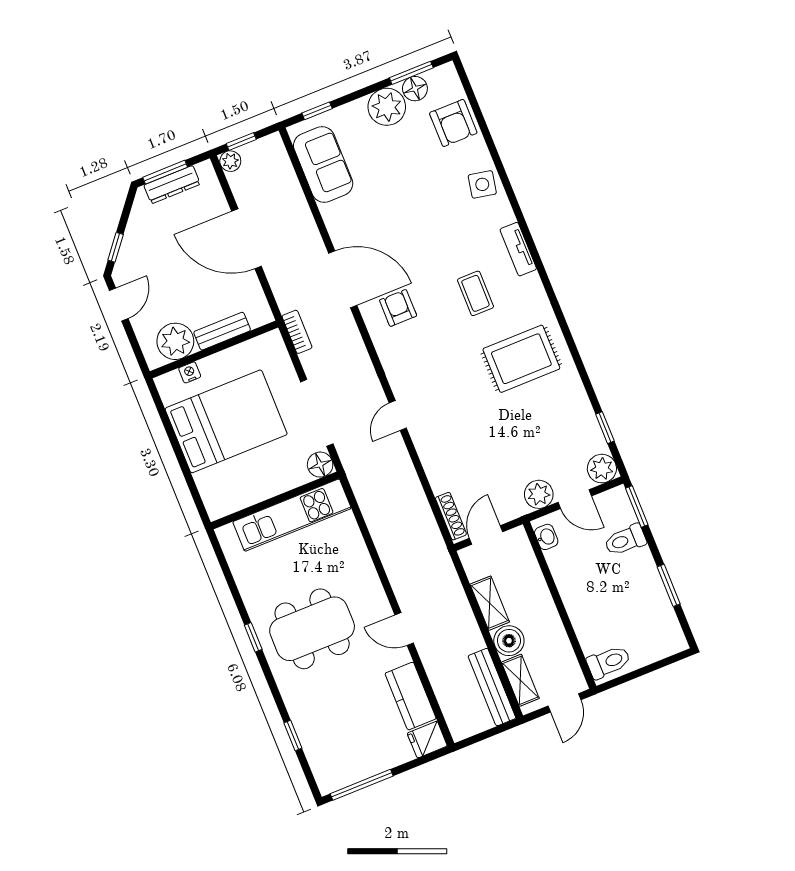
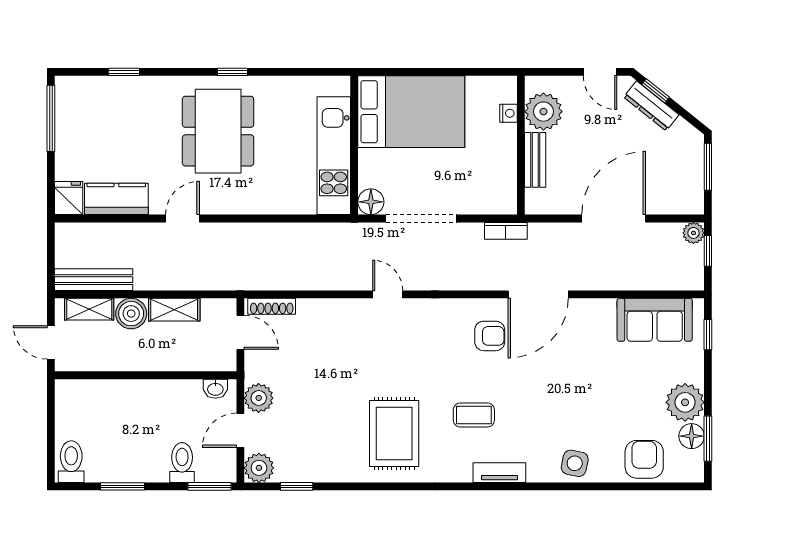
armchair: (453, 123) -> (644, 459), turned 90
dresser: (172, 185) -> (651, 106), moved, turned -51
bed: (226, 421) -> (411, 112), moved, turned -90
toilet: (609, 662) -> (71, 462), moved, turned 180

